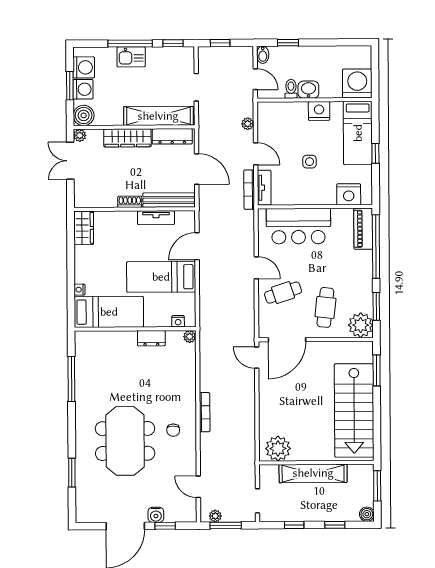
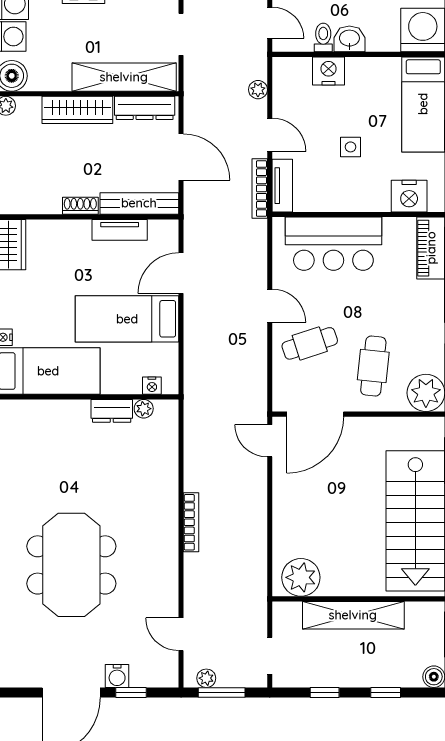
nightstand: (319, 111) -> (329, 71), moved
plant: (190, 337) -> (144, 409), moved
chair: (173, 430) -> (144, 549), removed

